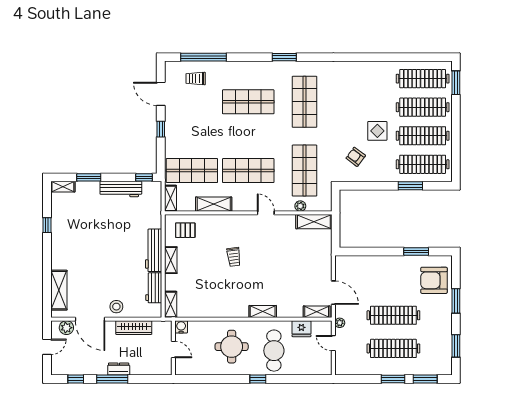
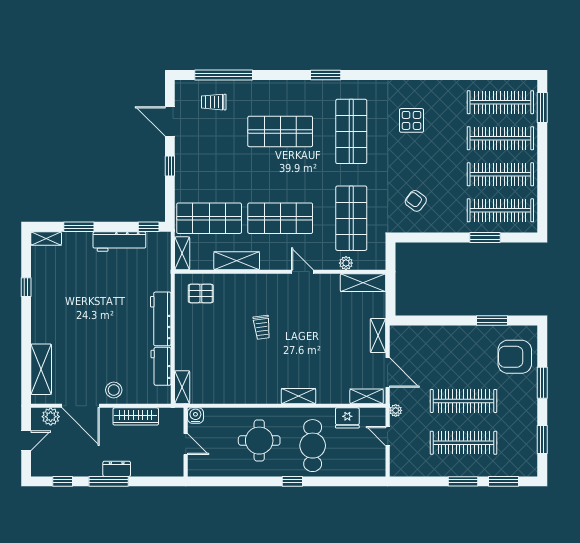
display table: (377, 131) -> (412, 120), moved
shelving: (171, 260) -> (378, 336), moved

